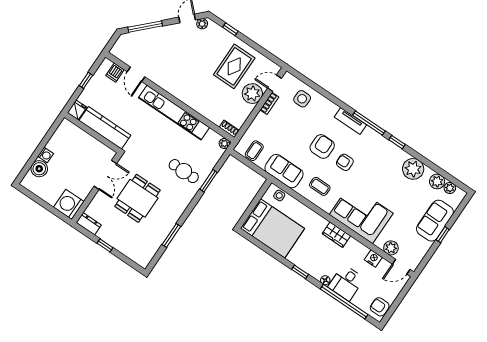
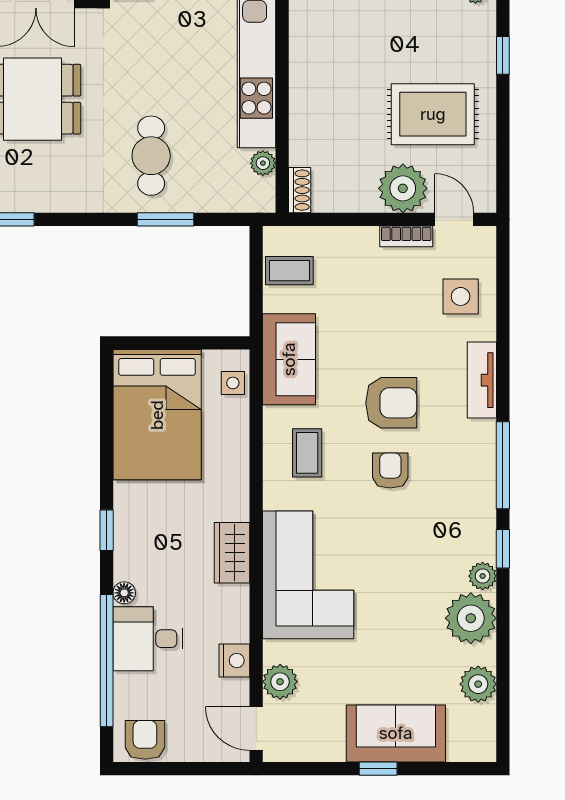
tv unit: (350, 121) -> (482, 380), moved
plant: (224, 144) -> (263, 163), moved
plant: (450, 188) -> (483, 576), moved

